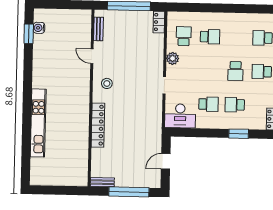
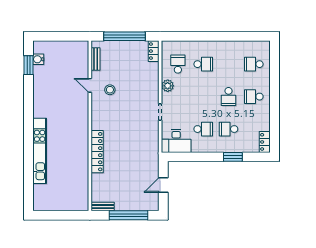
stool: (107, 83) -> (110, 90), moved

